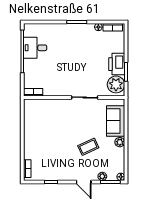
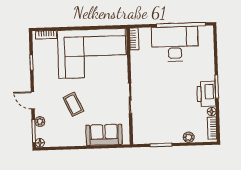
desk: (35, 48) -> (175, 44), width x1.87, depth x1.30
printer: (117, 64) -> (206, 94), moved, turned -90
plant: (116, 84) -> (189, 137), moved, width x0.53, depth x0.53
corner sofa: (45, 129) -> (92, 53), added
plant: (120, 142) -> (80, 140), removed
door: (84, 182) -> (33, 100), hinge flipped

